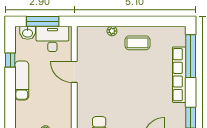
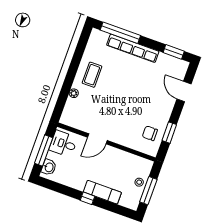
desk: (52, 39) -> (63, 144), width x0.73
window: (10, 60) -> (87, 198), moved
exam couch: (22, 81) -> (102, 192), moved

